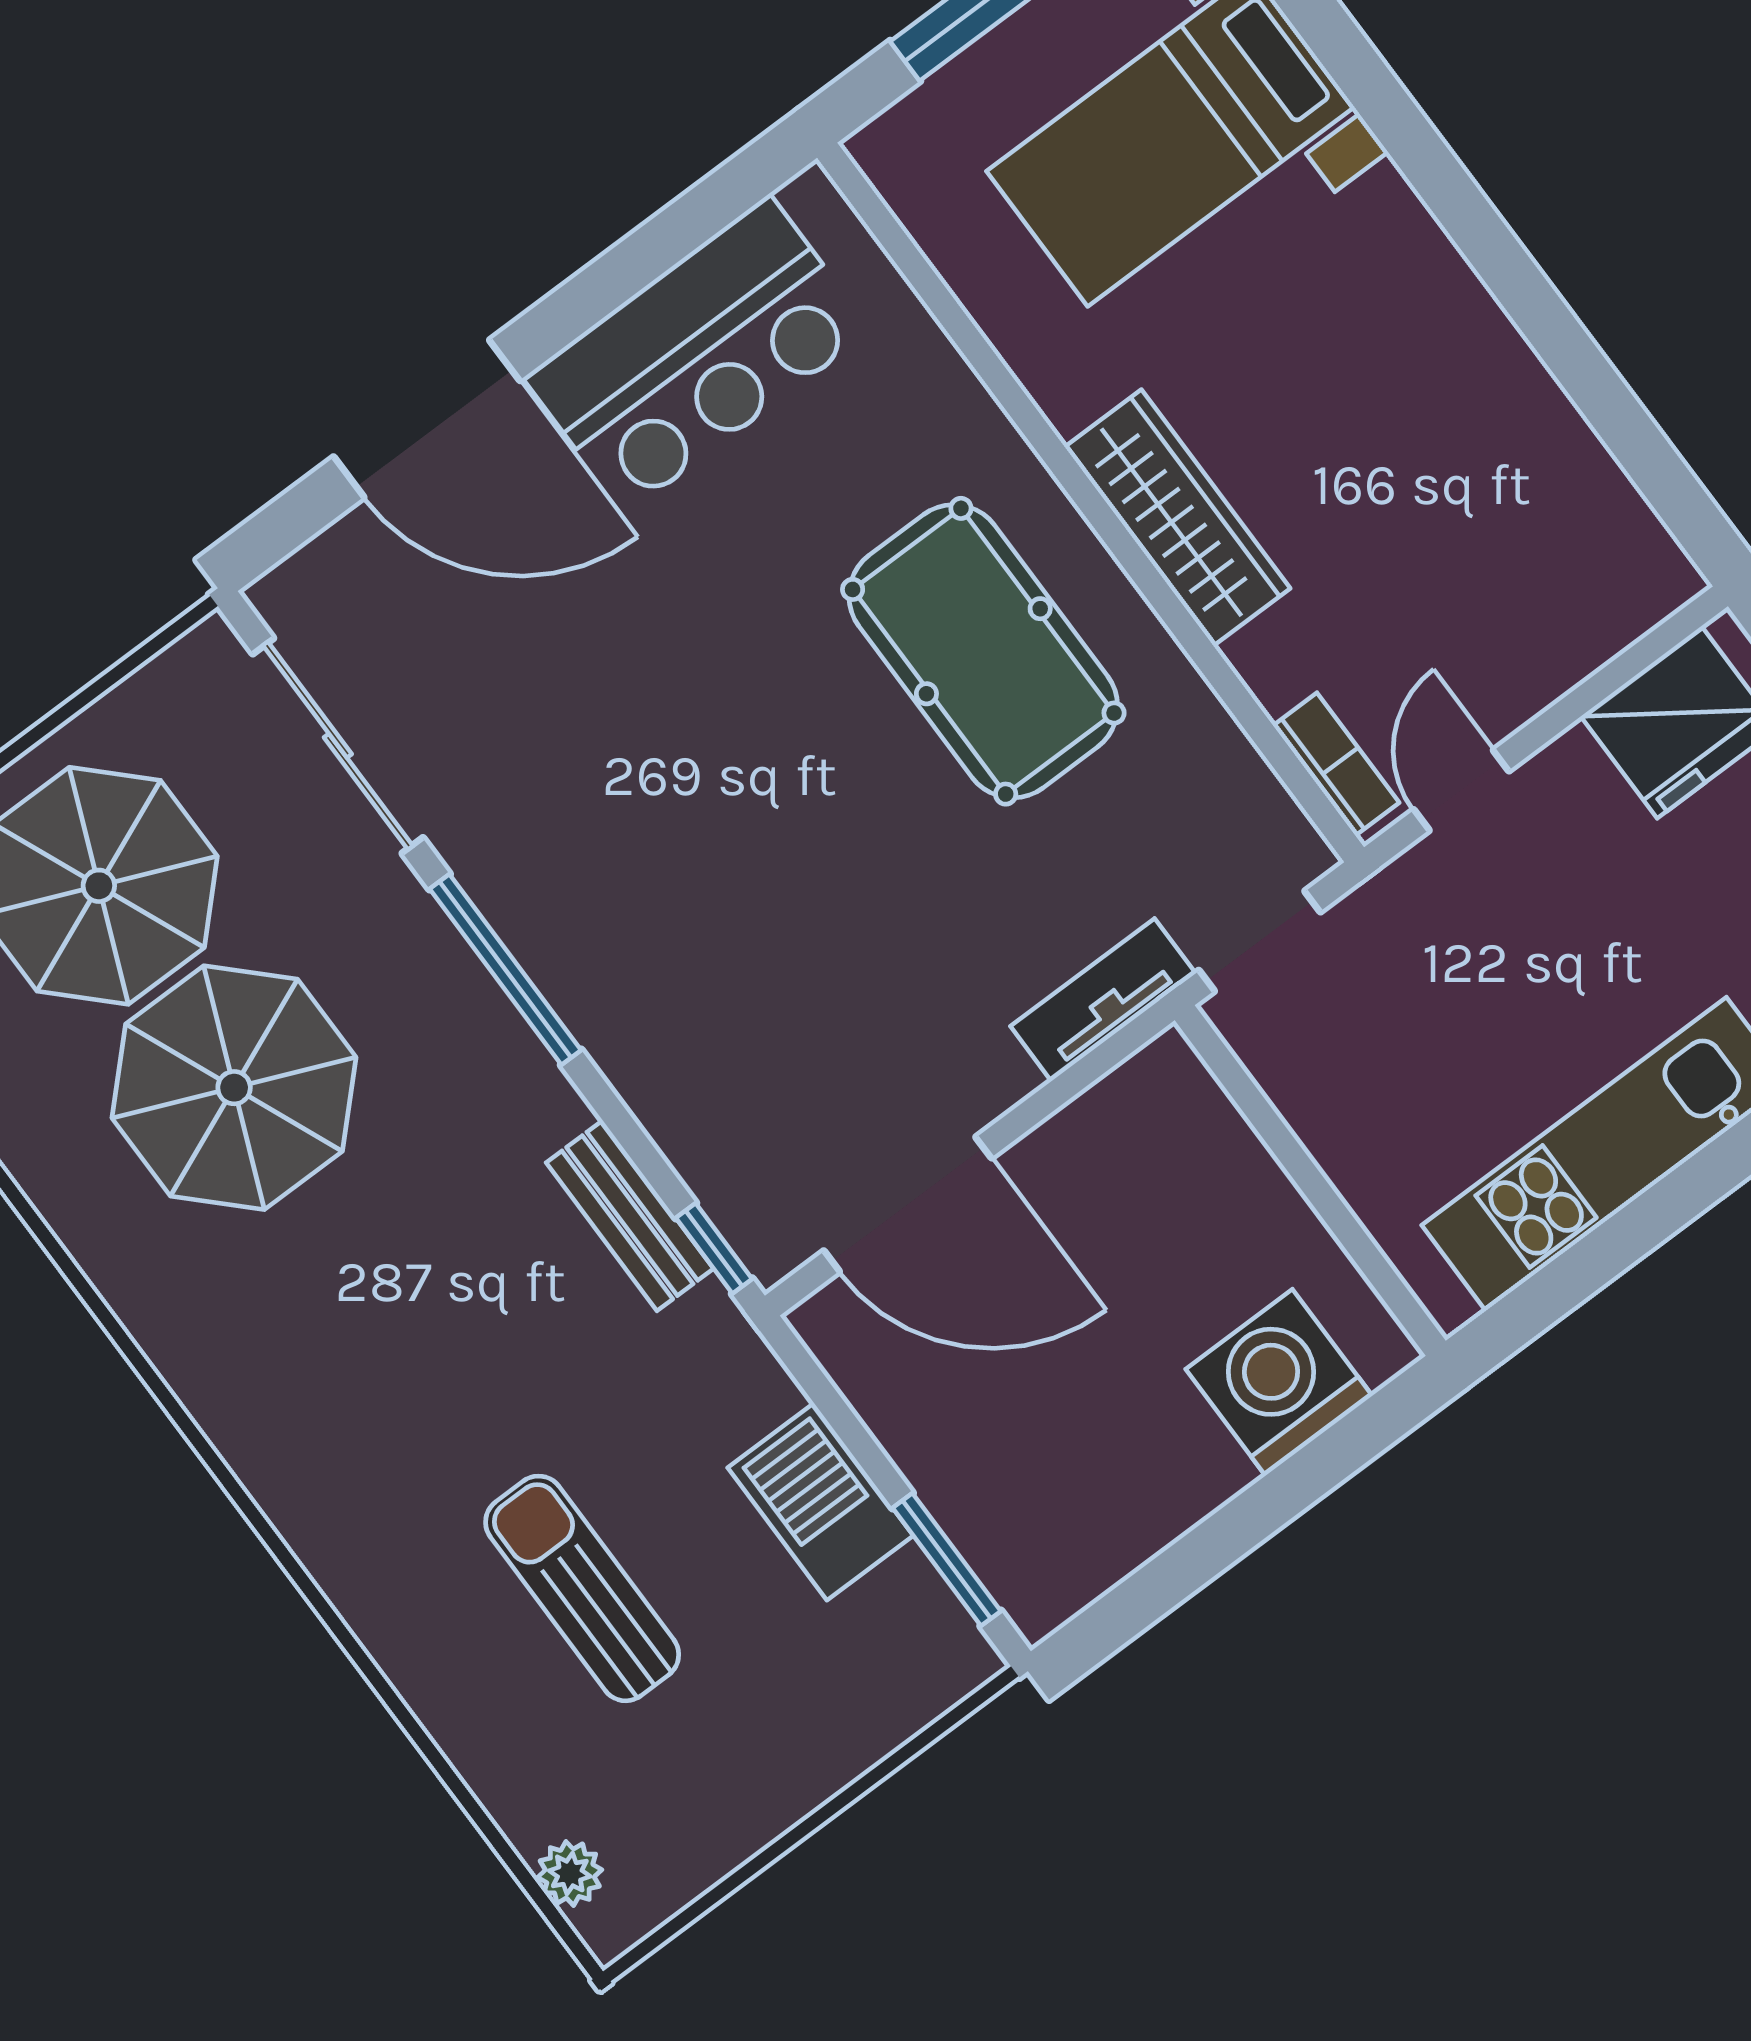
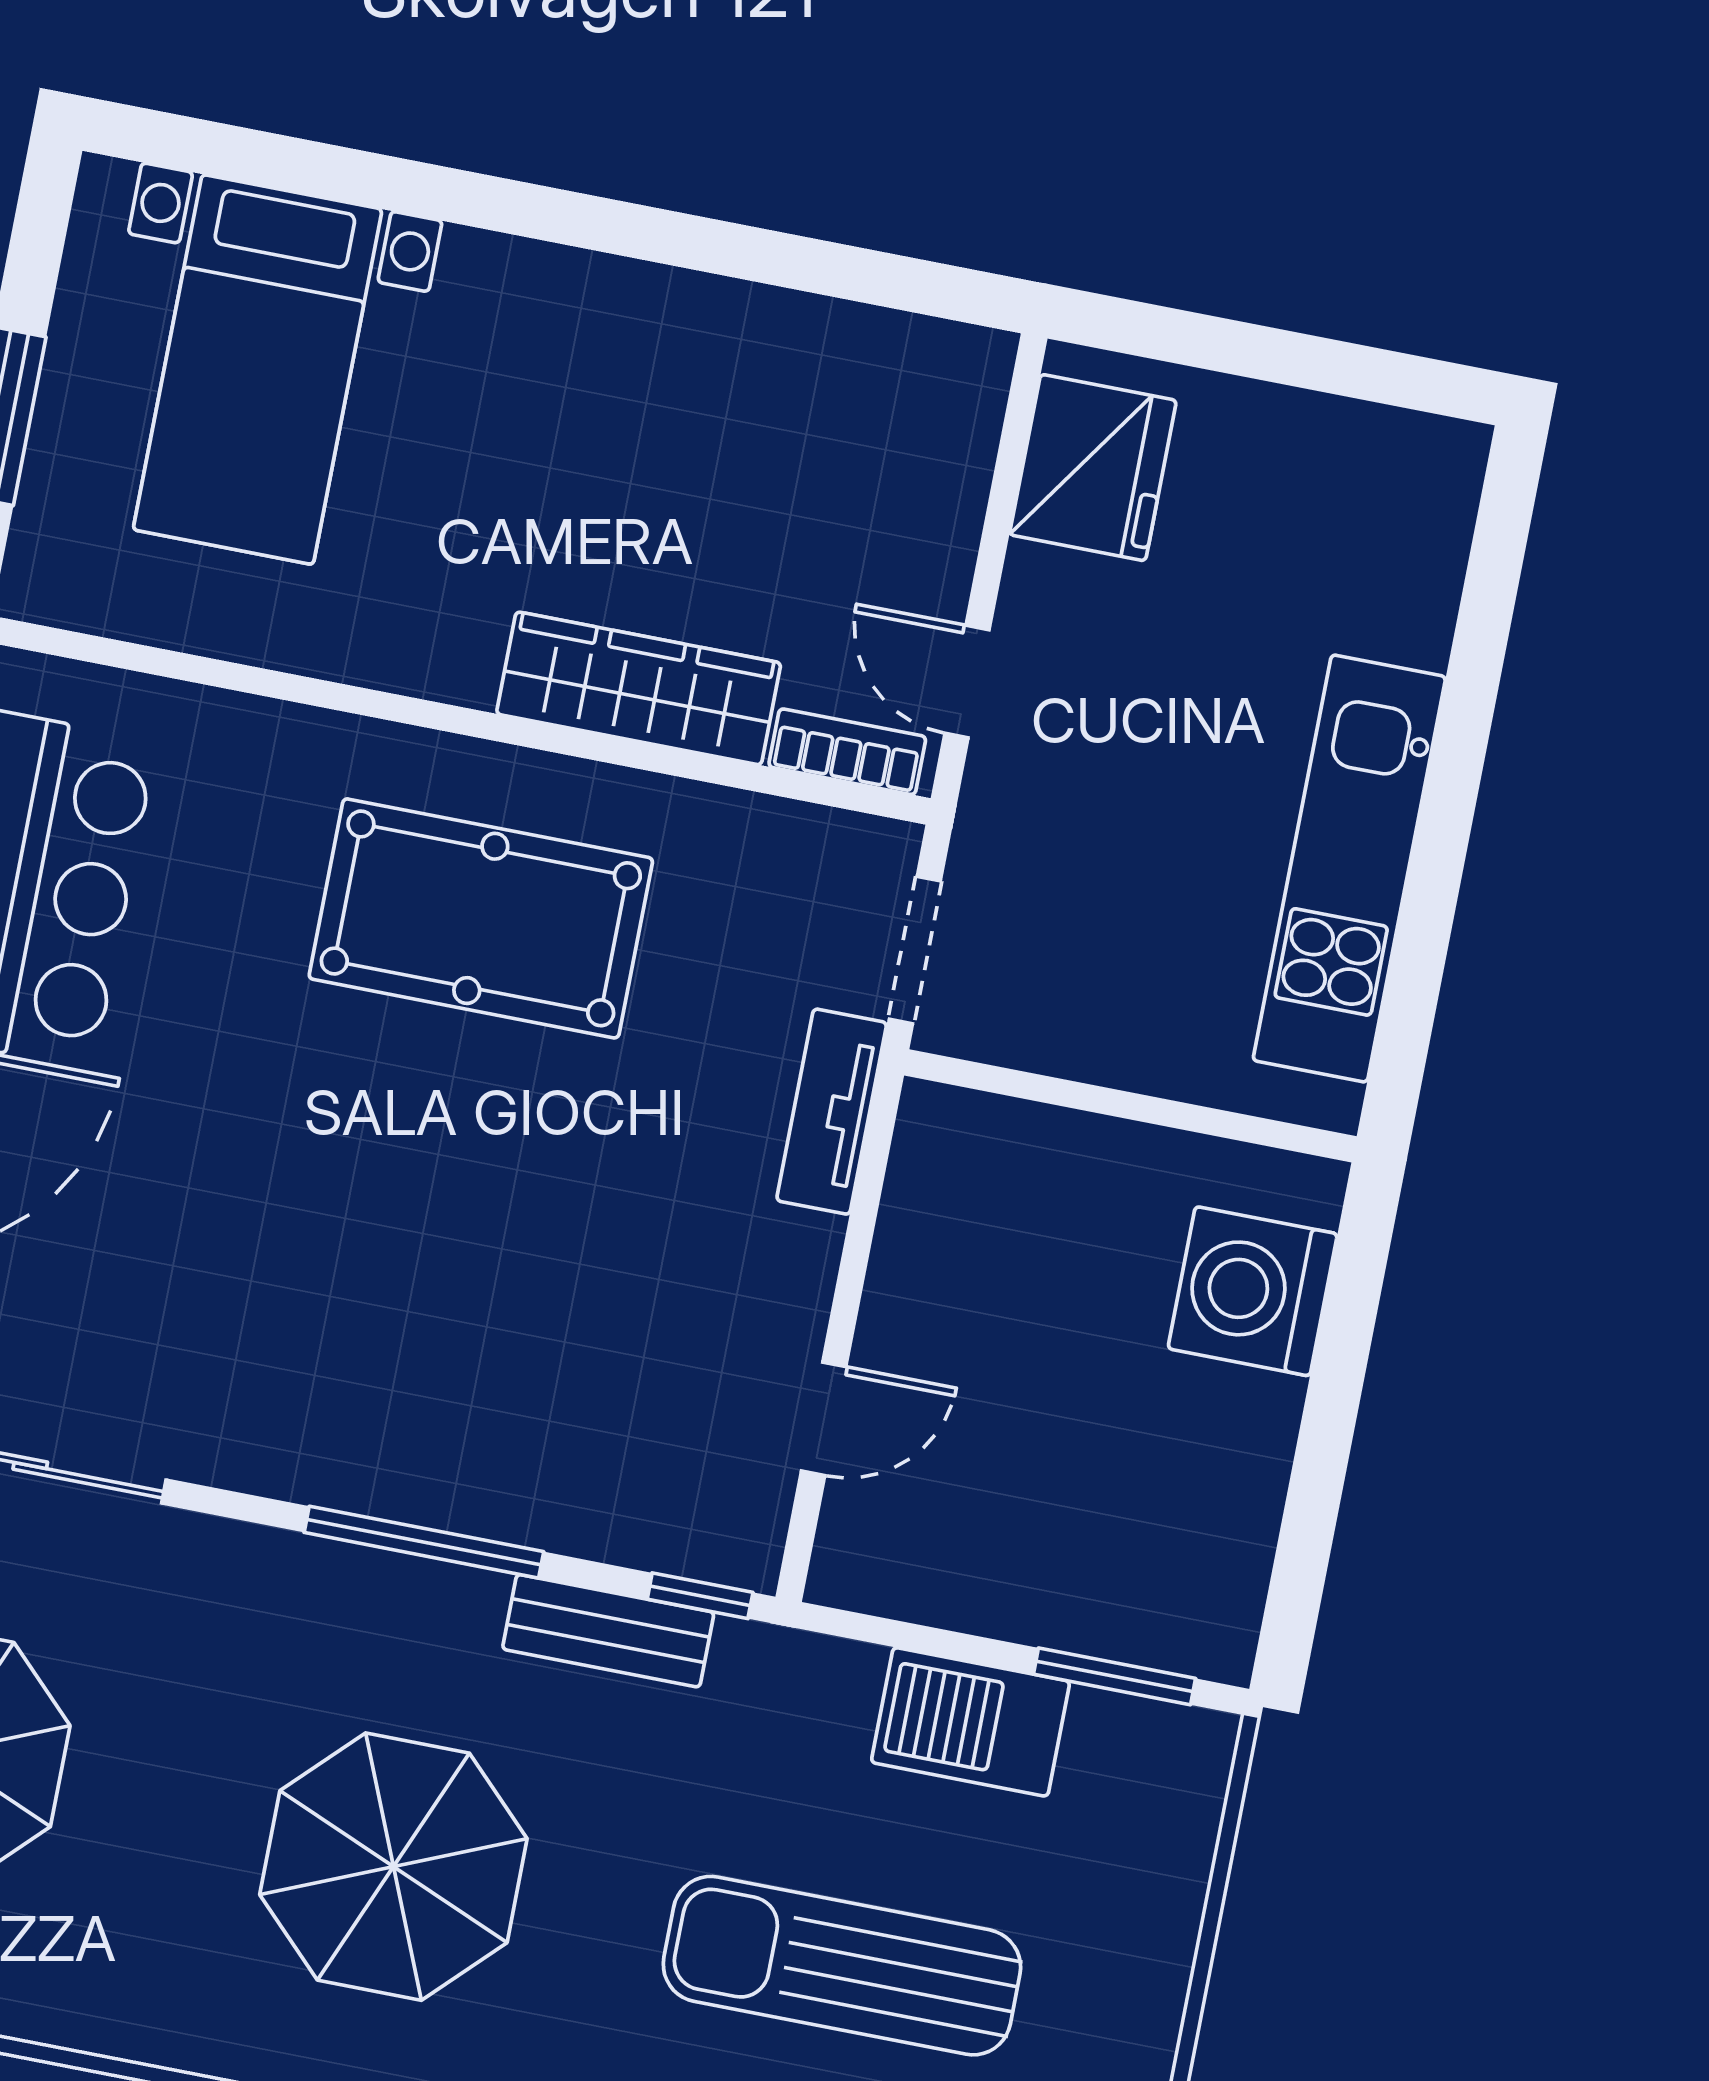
wardrobe: (1177, 518) -> (639, 688), moved
window: (505, 970) -> (424, 1542), moved
parasol: (234, 1088) -> (393, 1867), moved
door: (908, 1204) -> (824, 1419), width x0.53
sun lounger: (582, 1588) -> (842, 1966), width x1.36, depth x1.34

